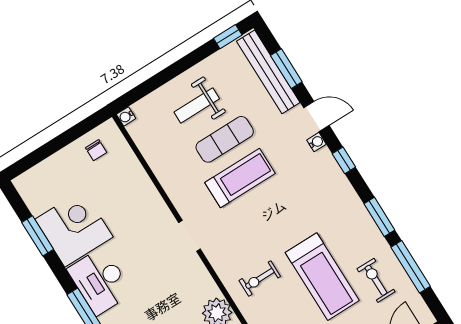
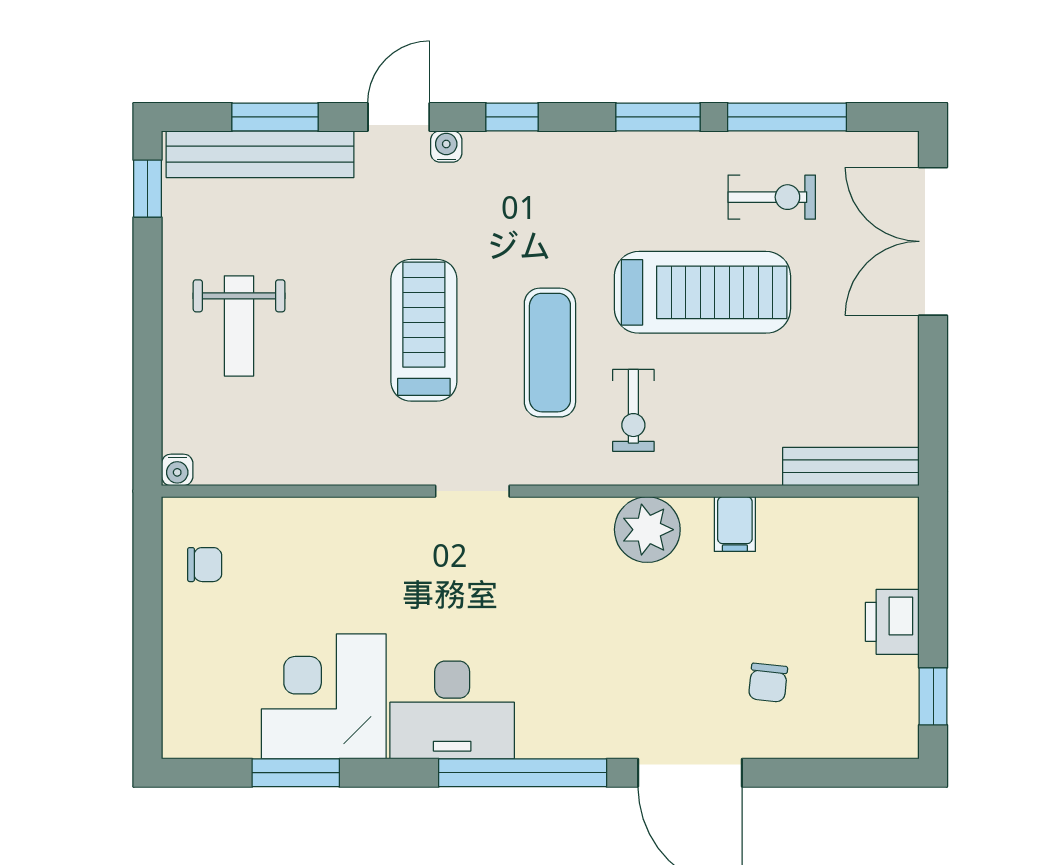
exercise mat: (225, 139) -> (550, 353), moved
exercise bike: (376, 280) -> (772, 197), turned 180

